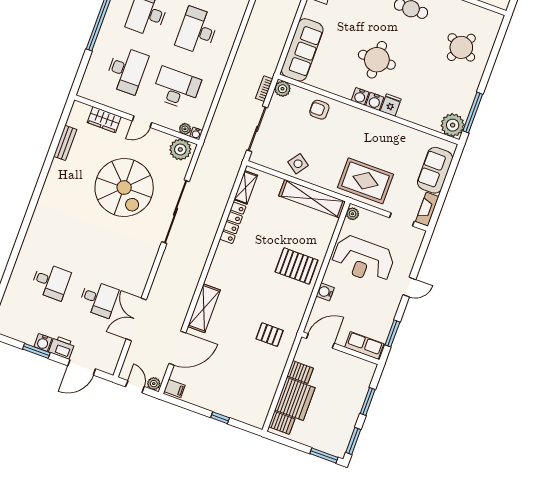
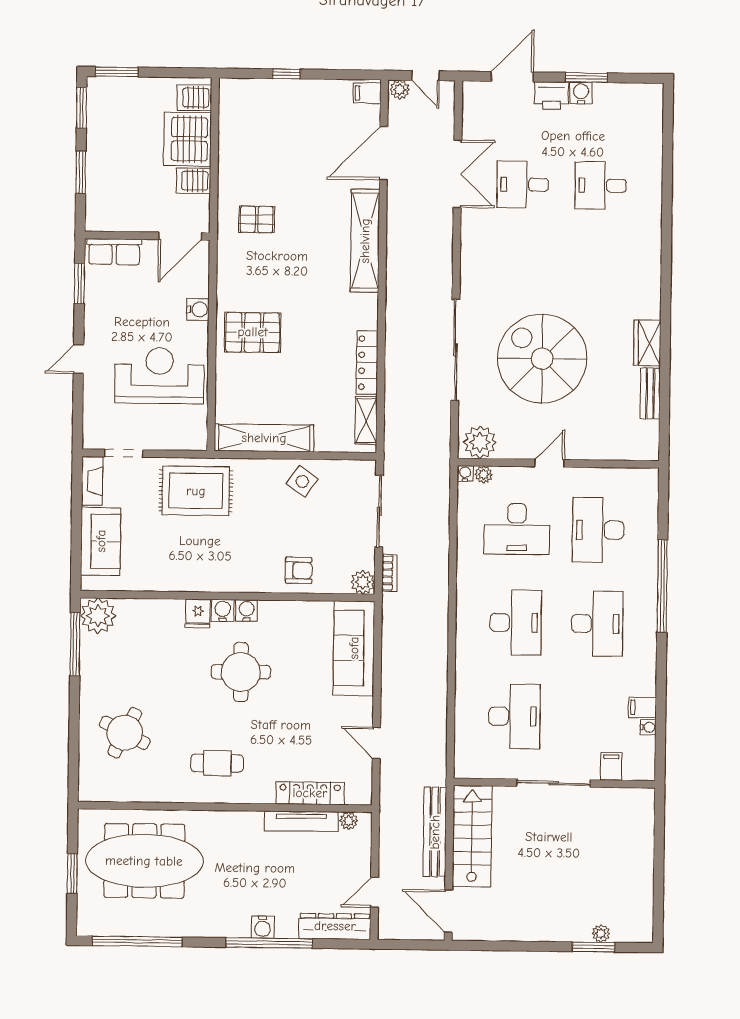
wardrobe: (104, 120) -> (647, 343), moved, turned -90
plant: (353, 214) -> (198, 437), removed
shelving: (204, 308) -> (365, 241), width x1.47

